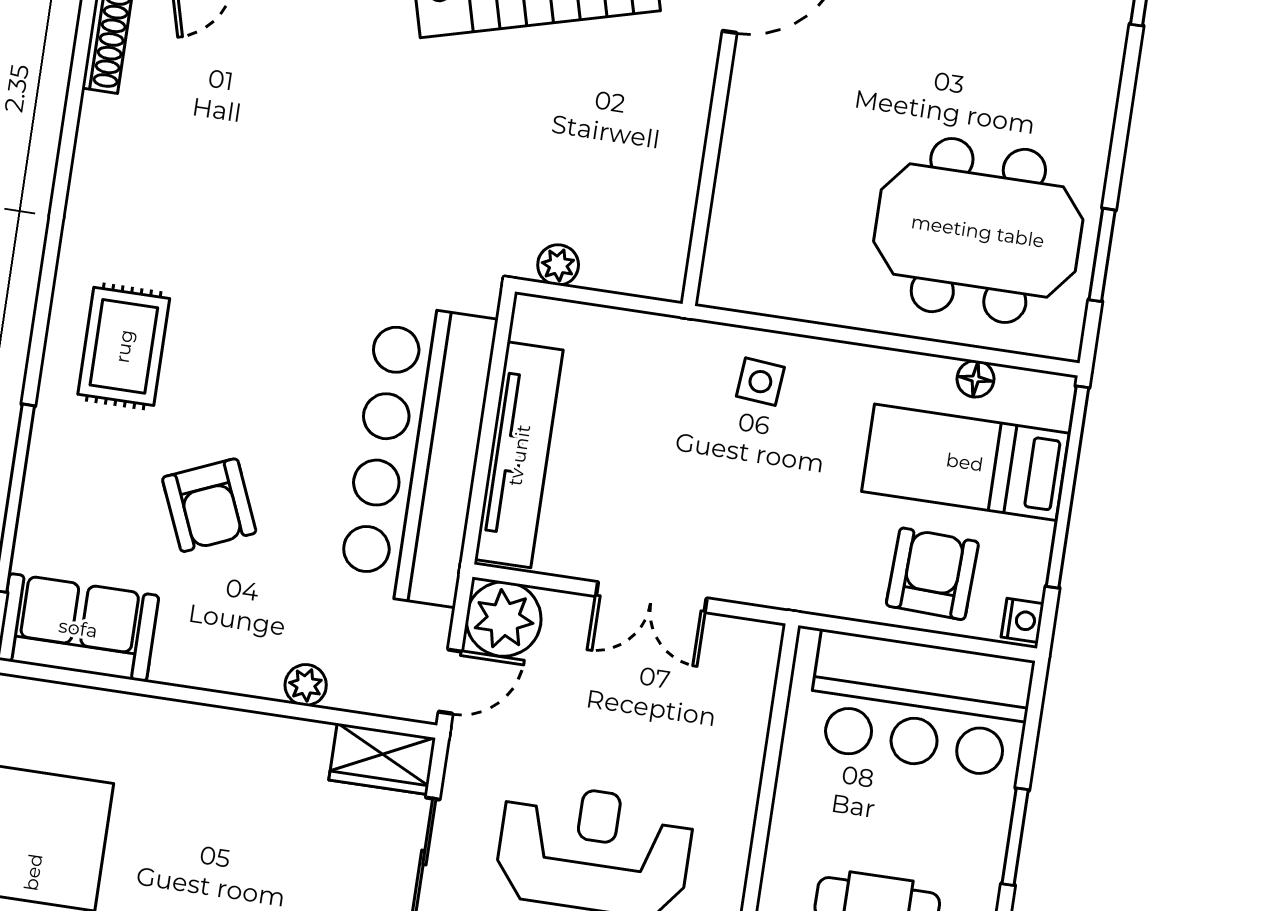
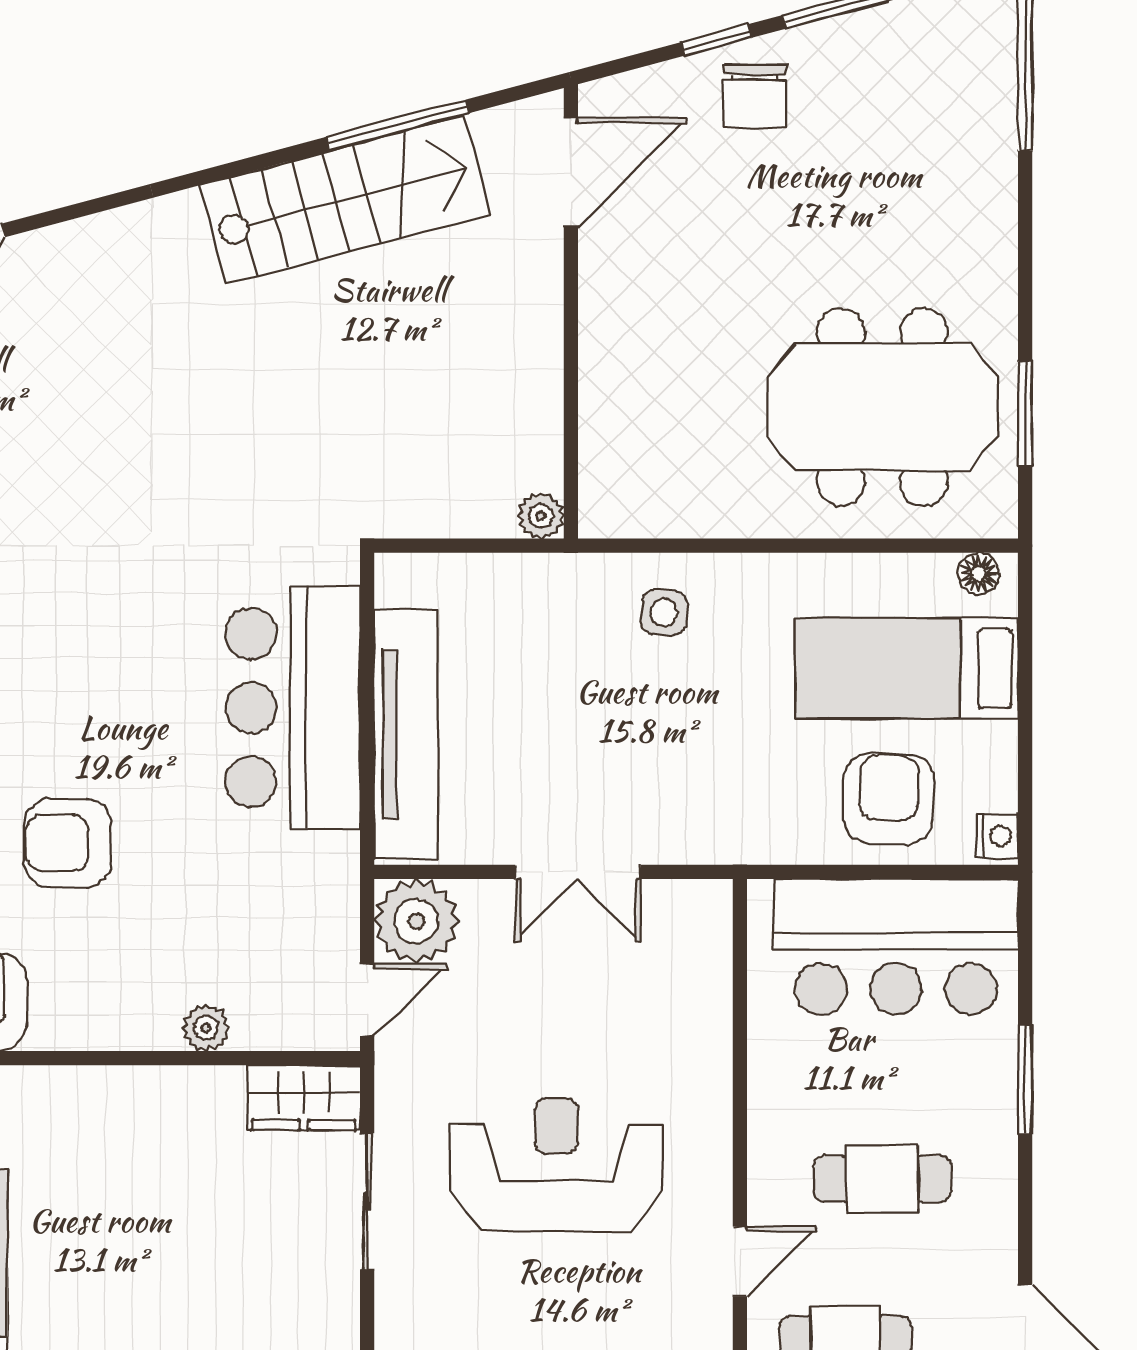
plant: (558, 265) -> (541, 516), moved
floor lamp: (975, 379) -> (979, 573), moved
bar counter: (418, 455) -> (293, 708), width x0.73
window: (1067, 487) -> (1025, 679), removed
armchair: (209, 505) -> (68, 843), turned 113

